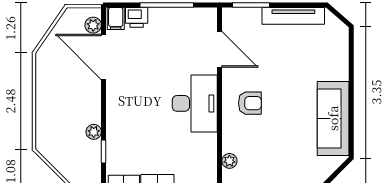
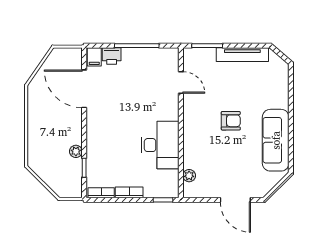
plant: (93, 25) -> (75, 62), removed
door: (220, 49) -> (181, 82), width x0.73
desk: (195, 103) -> (160, 145), moved
armchair: (250, 103) -> (231, 121), moved

